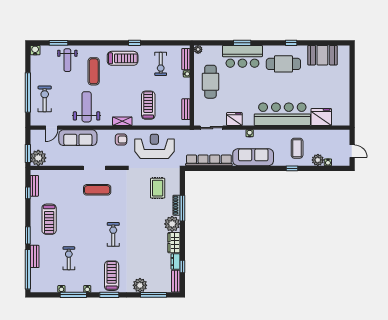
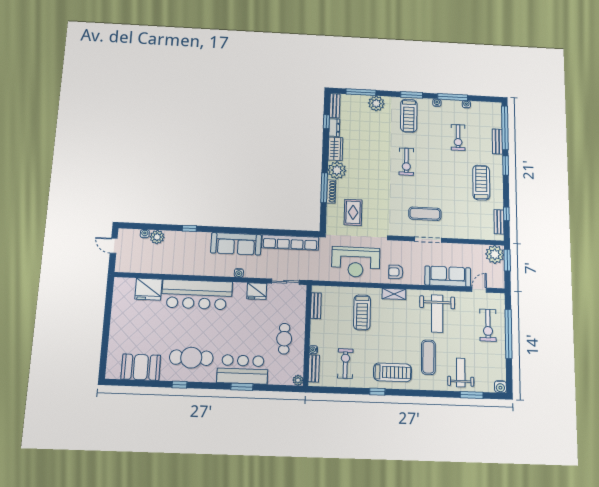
treadmill: (123, 58) -> (392, 372), turned 180
cafe table: (210, 82) -> (284, 339), width x0.73, depth x0.74
coffee table: (297, 148) -> (182, 252), removed

